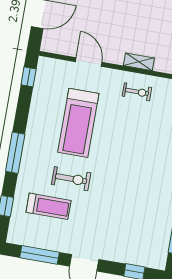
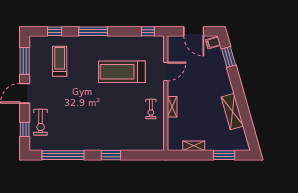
exercise bike: (71, 179) -> (41, 122), moved
treadmill: (49, 206) -> (60, 61), turned 180

